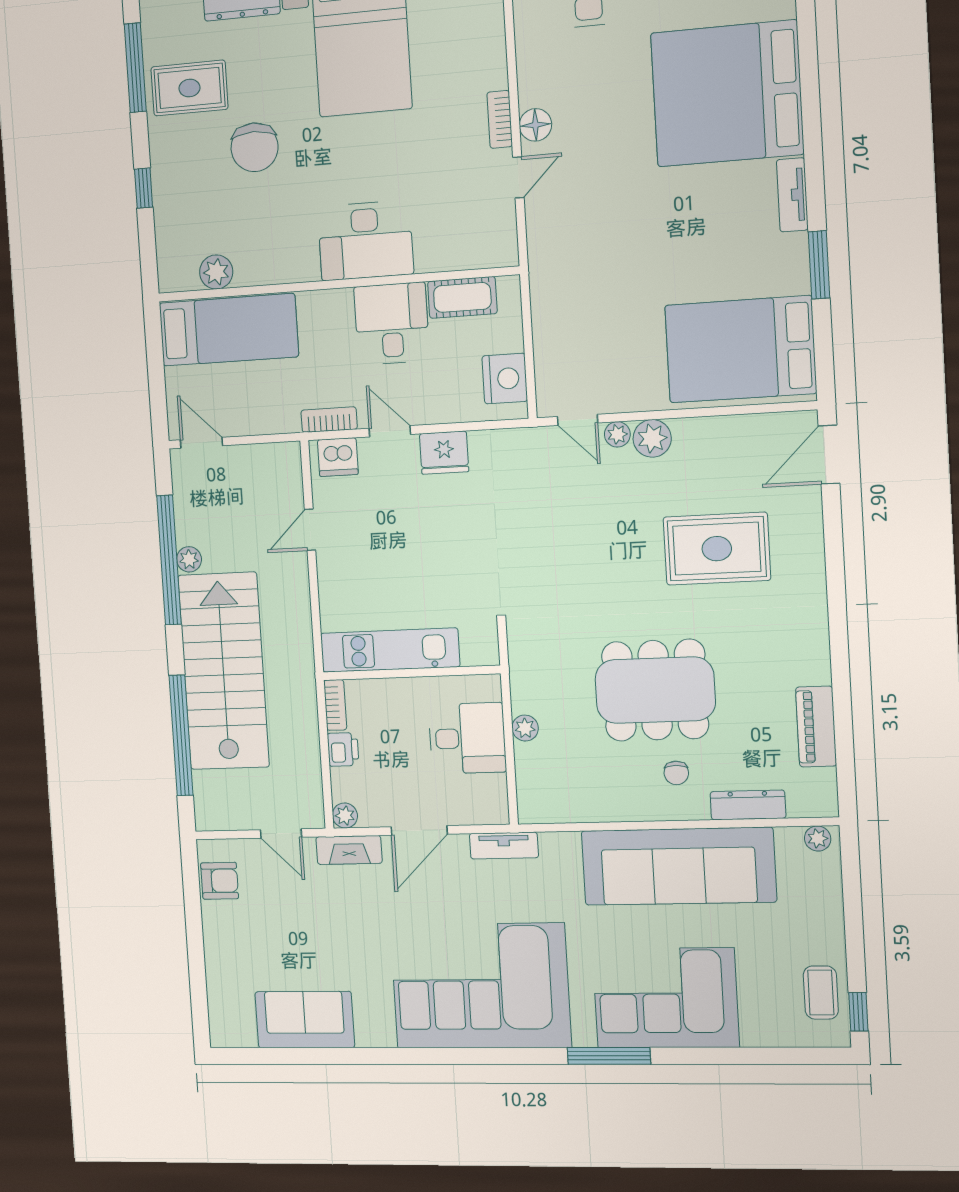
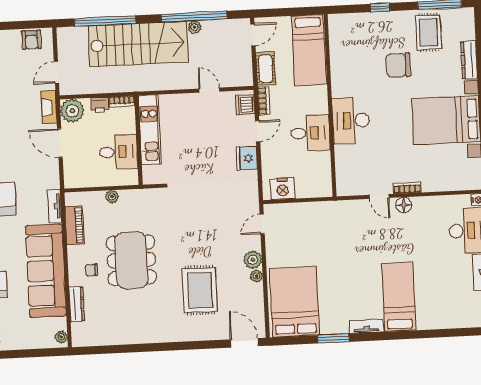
bed: (727, 94) -> (399, 297), width x0.49
plant: (216, 272) -> (338, 44), removed
cot: (462, 297) -> (266, 69), moved
plant: (617, 434) -> (257, 276), moved
piano: (816, 727) -> (74, 225), moved, turned 90
desk: (467, 738) -> (118, 152), moved, turned -90
plant: (345, 816) -> (72, 111), width x1.88, depth x1.88
tv unit: (504, 846) -> (55, 206), moved

